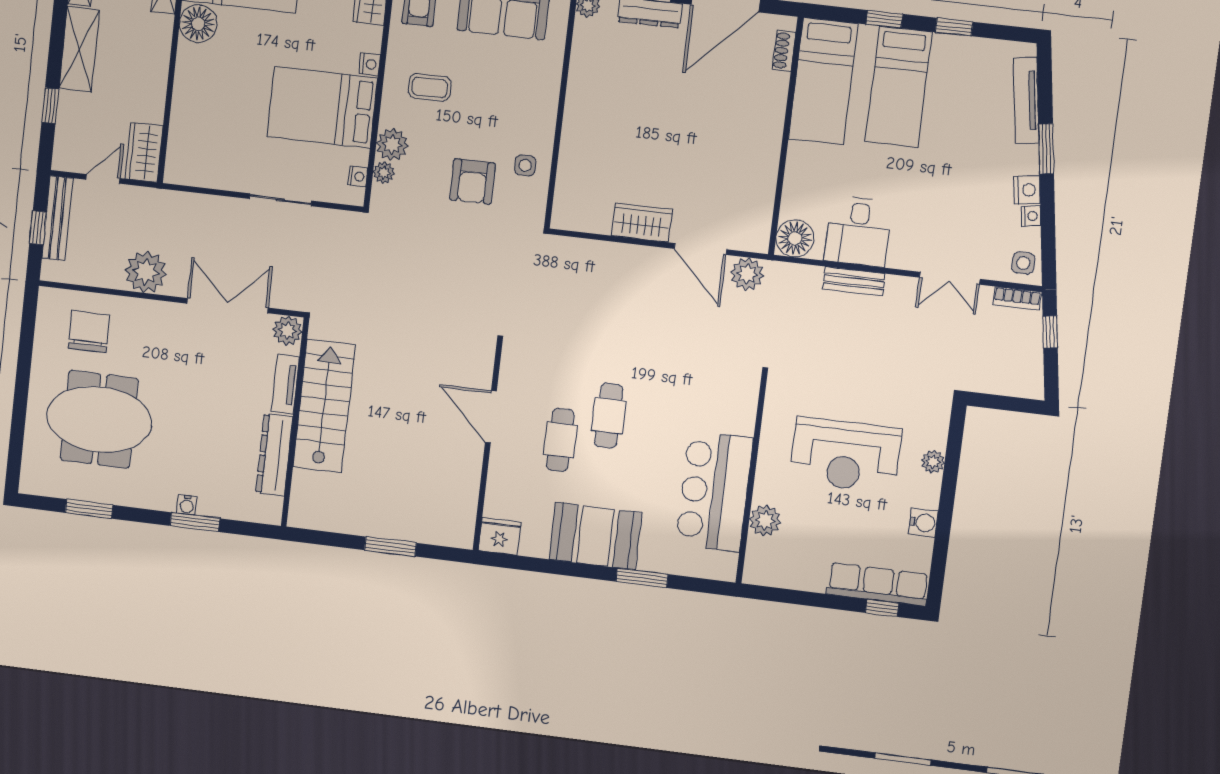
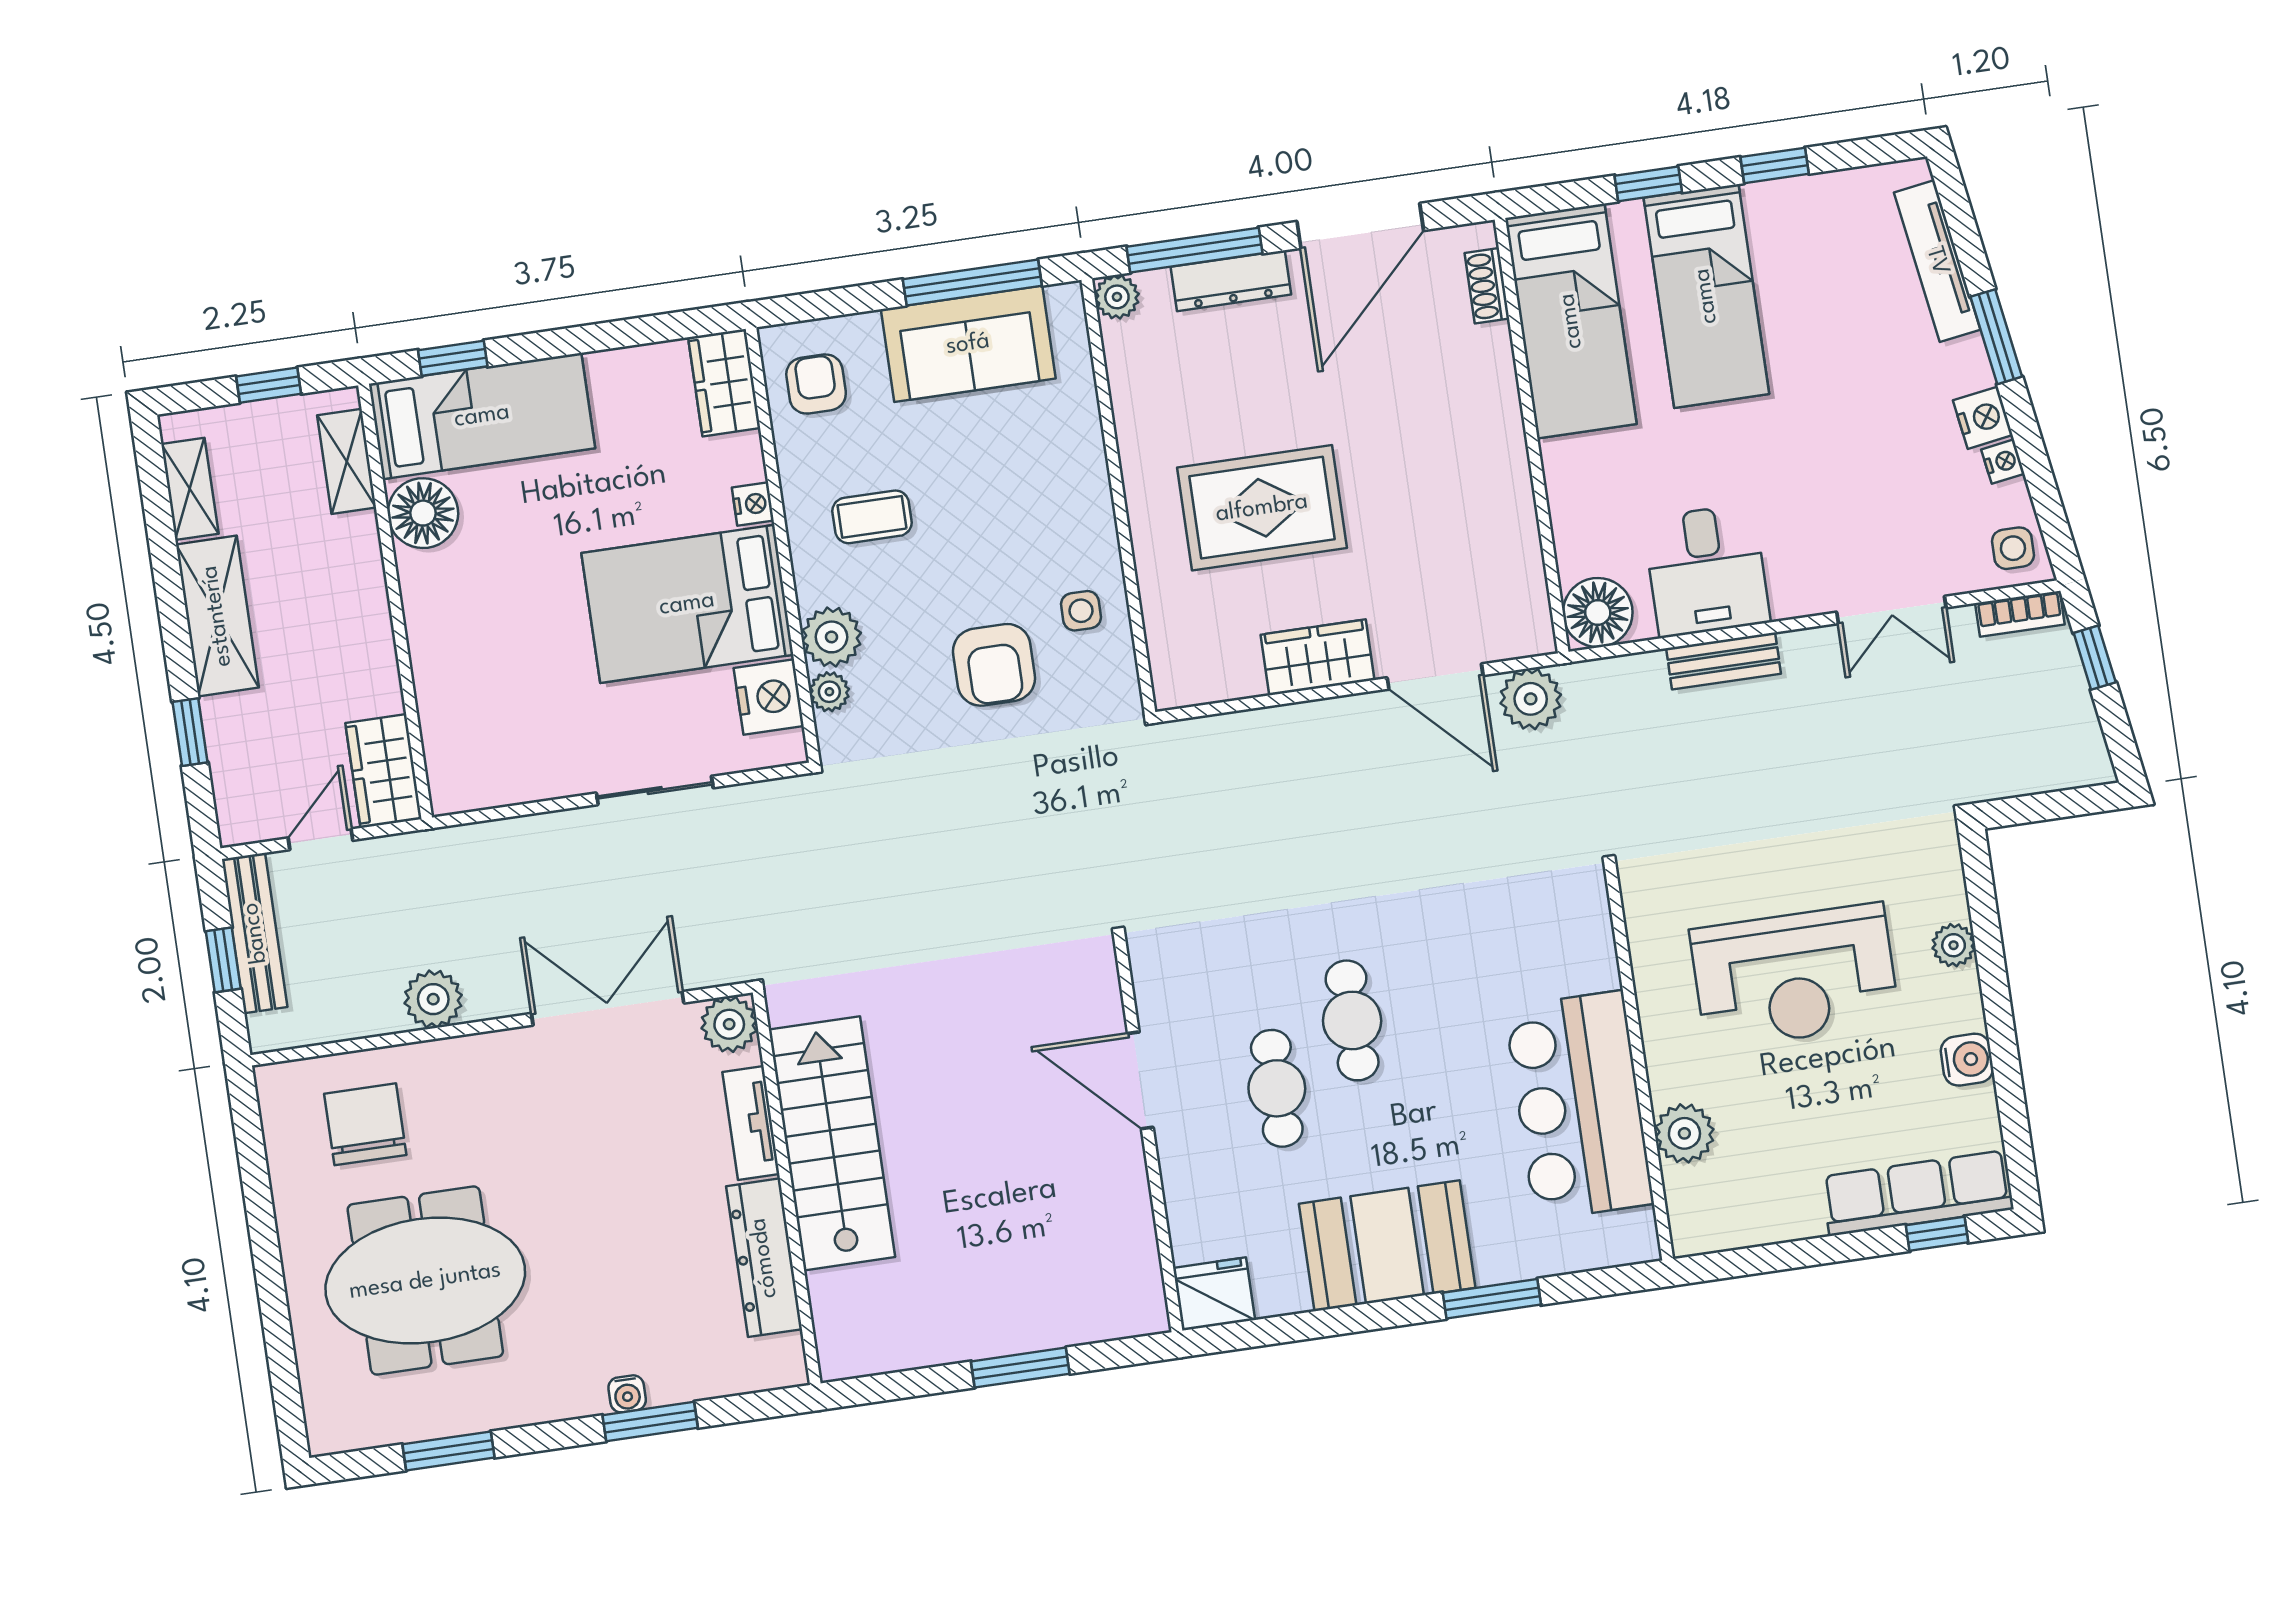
rug: (634, 137) -> (1262, 508), added
nightstand: (358, 176) -> (769, 697), width x1.89, depth x1.79
plant: (146, 272) -> (433, 999), width x0.73, depth x0.73

